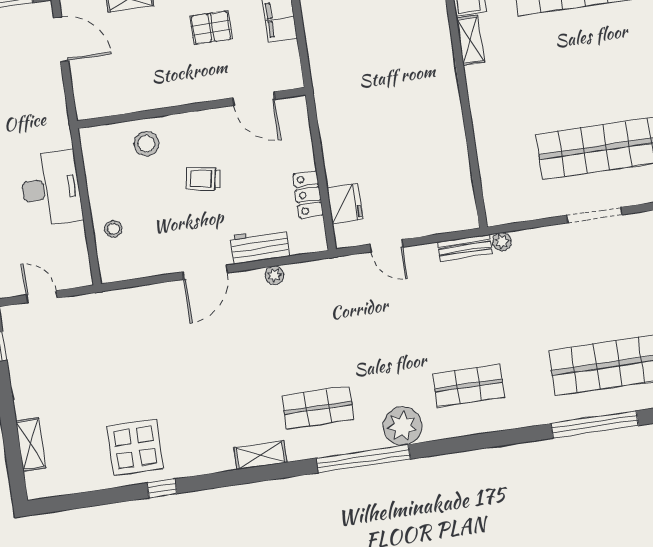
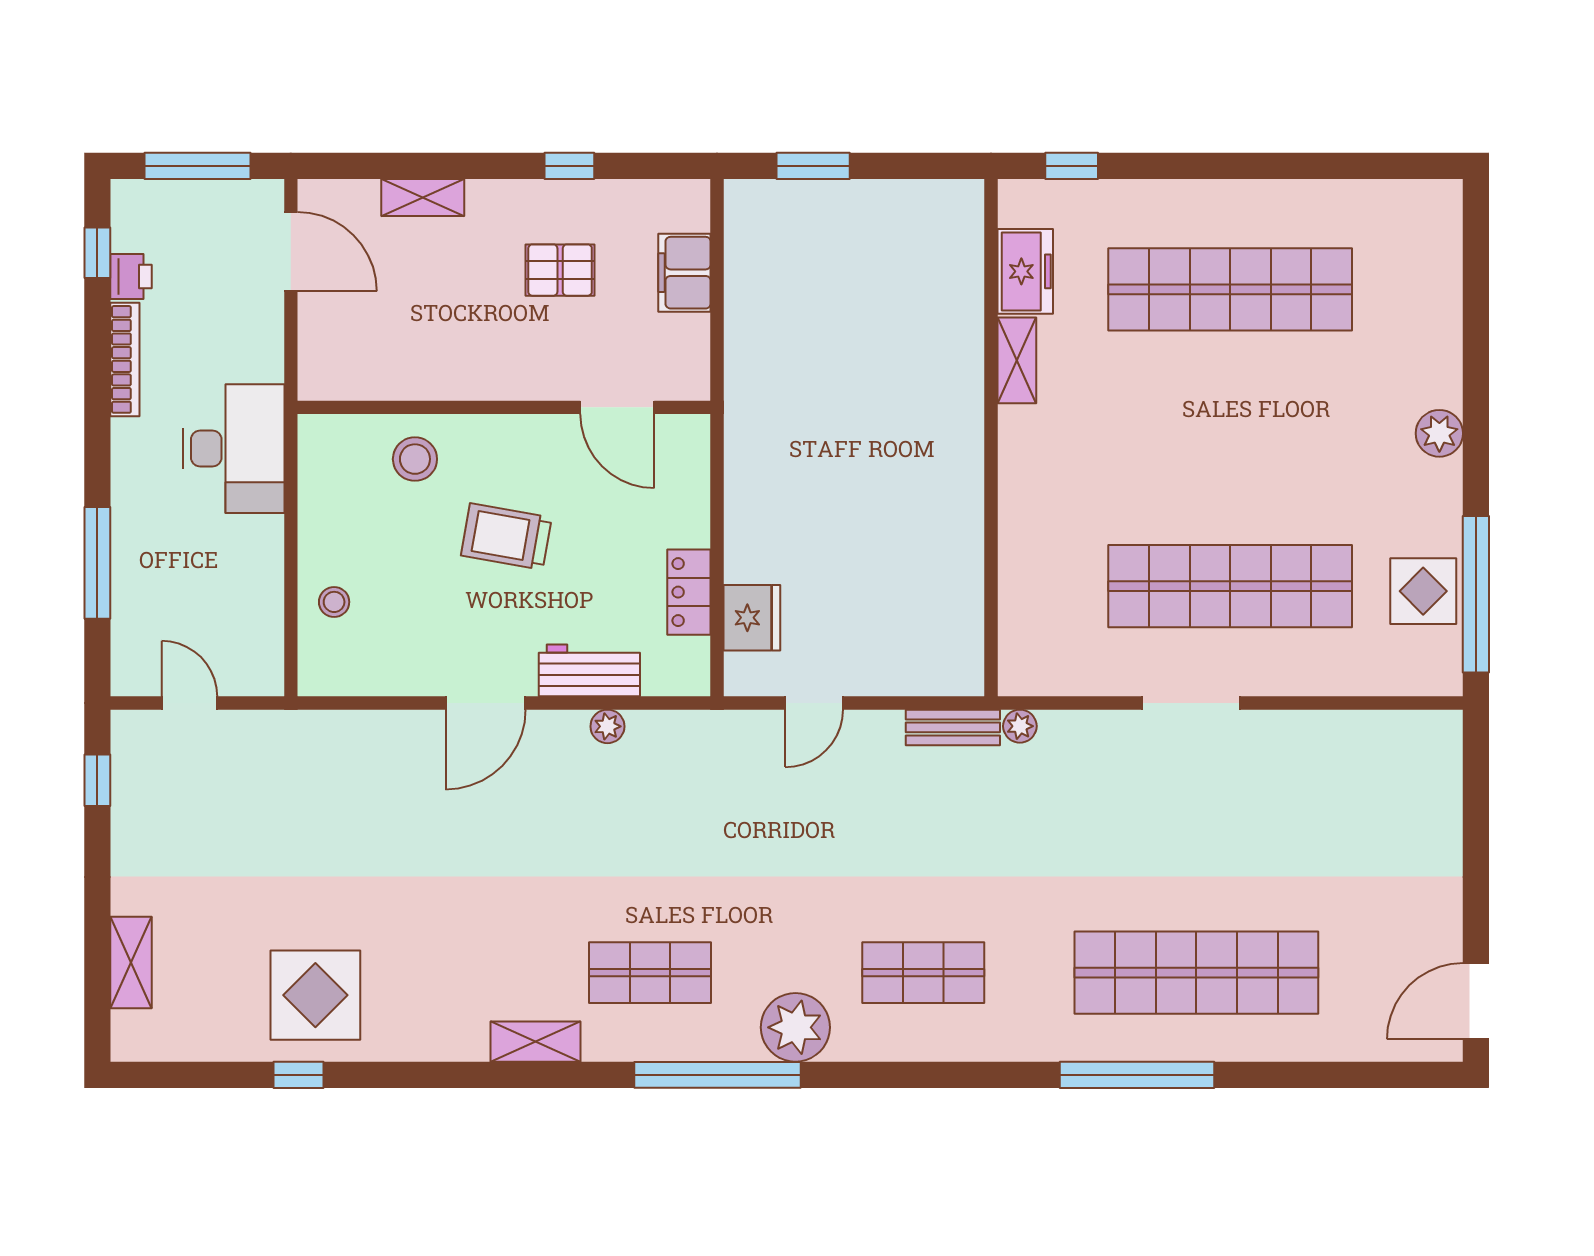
trolley: (203, 179) -> (506, 537), width x1.36, depth x1.39
desk: (51, 188) -> (234, 449), moved
door: (386, 246) -> (814, 703), hinge flipped
window: (162, 488) -> (299, 1075), moved

